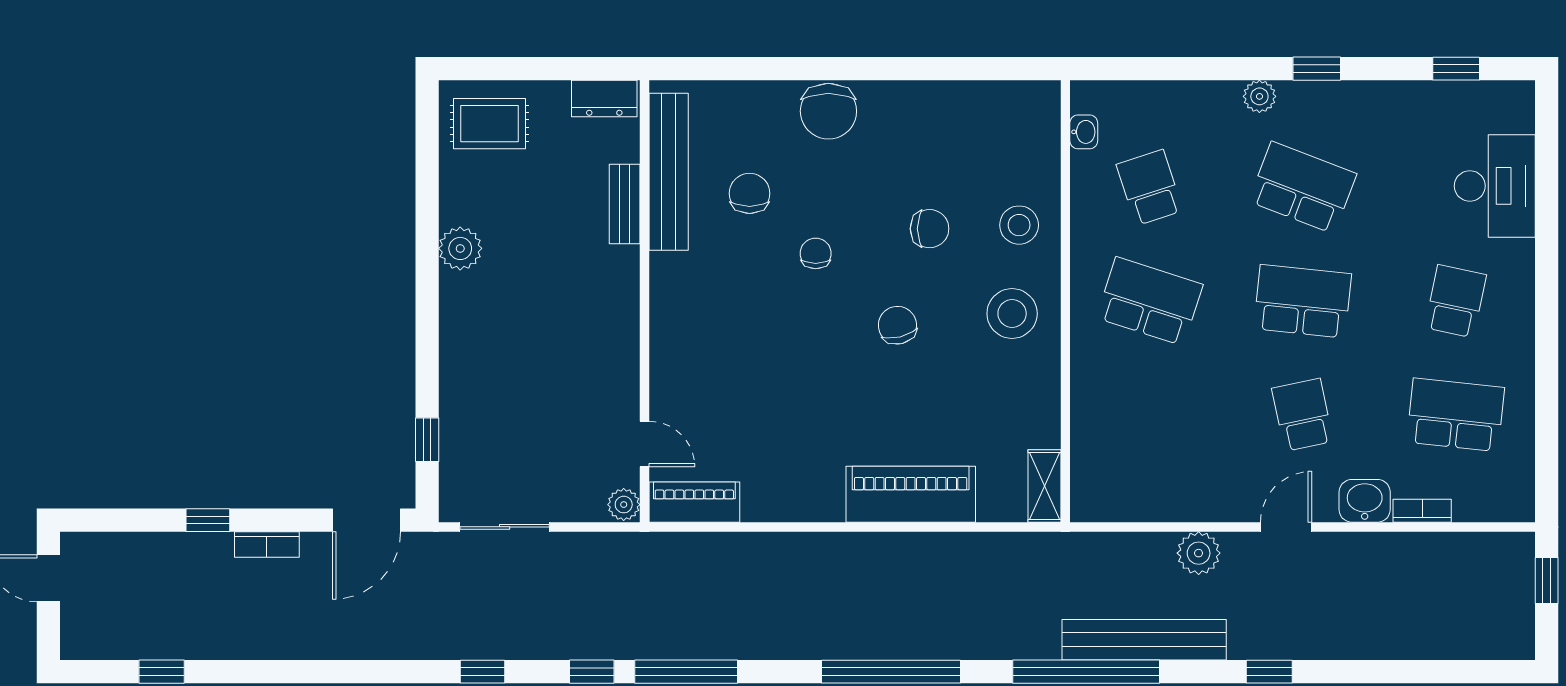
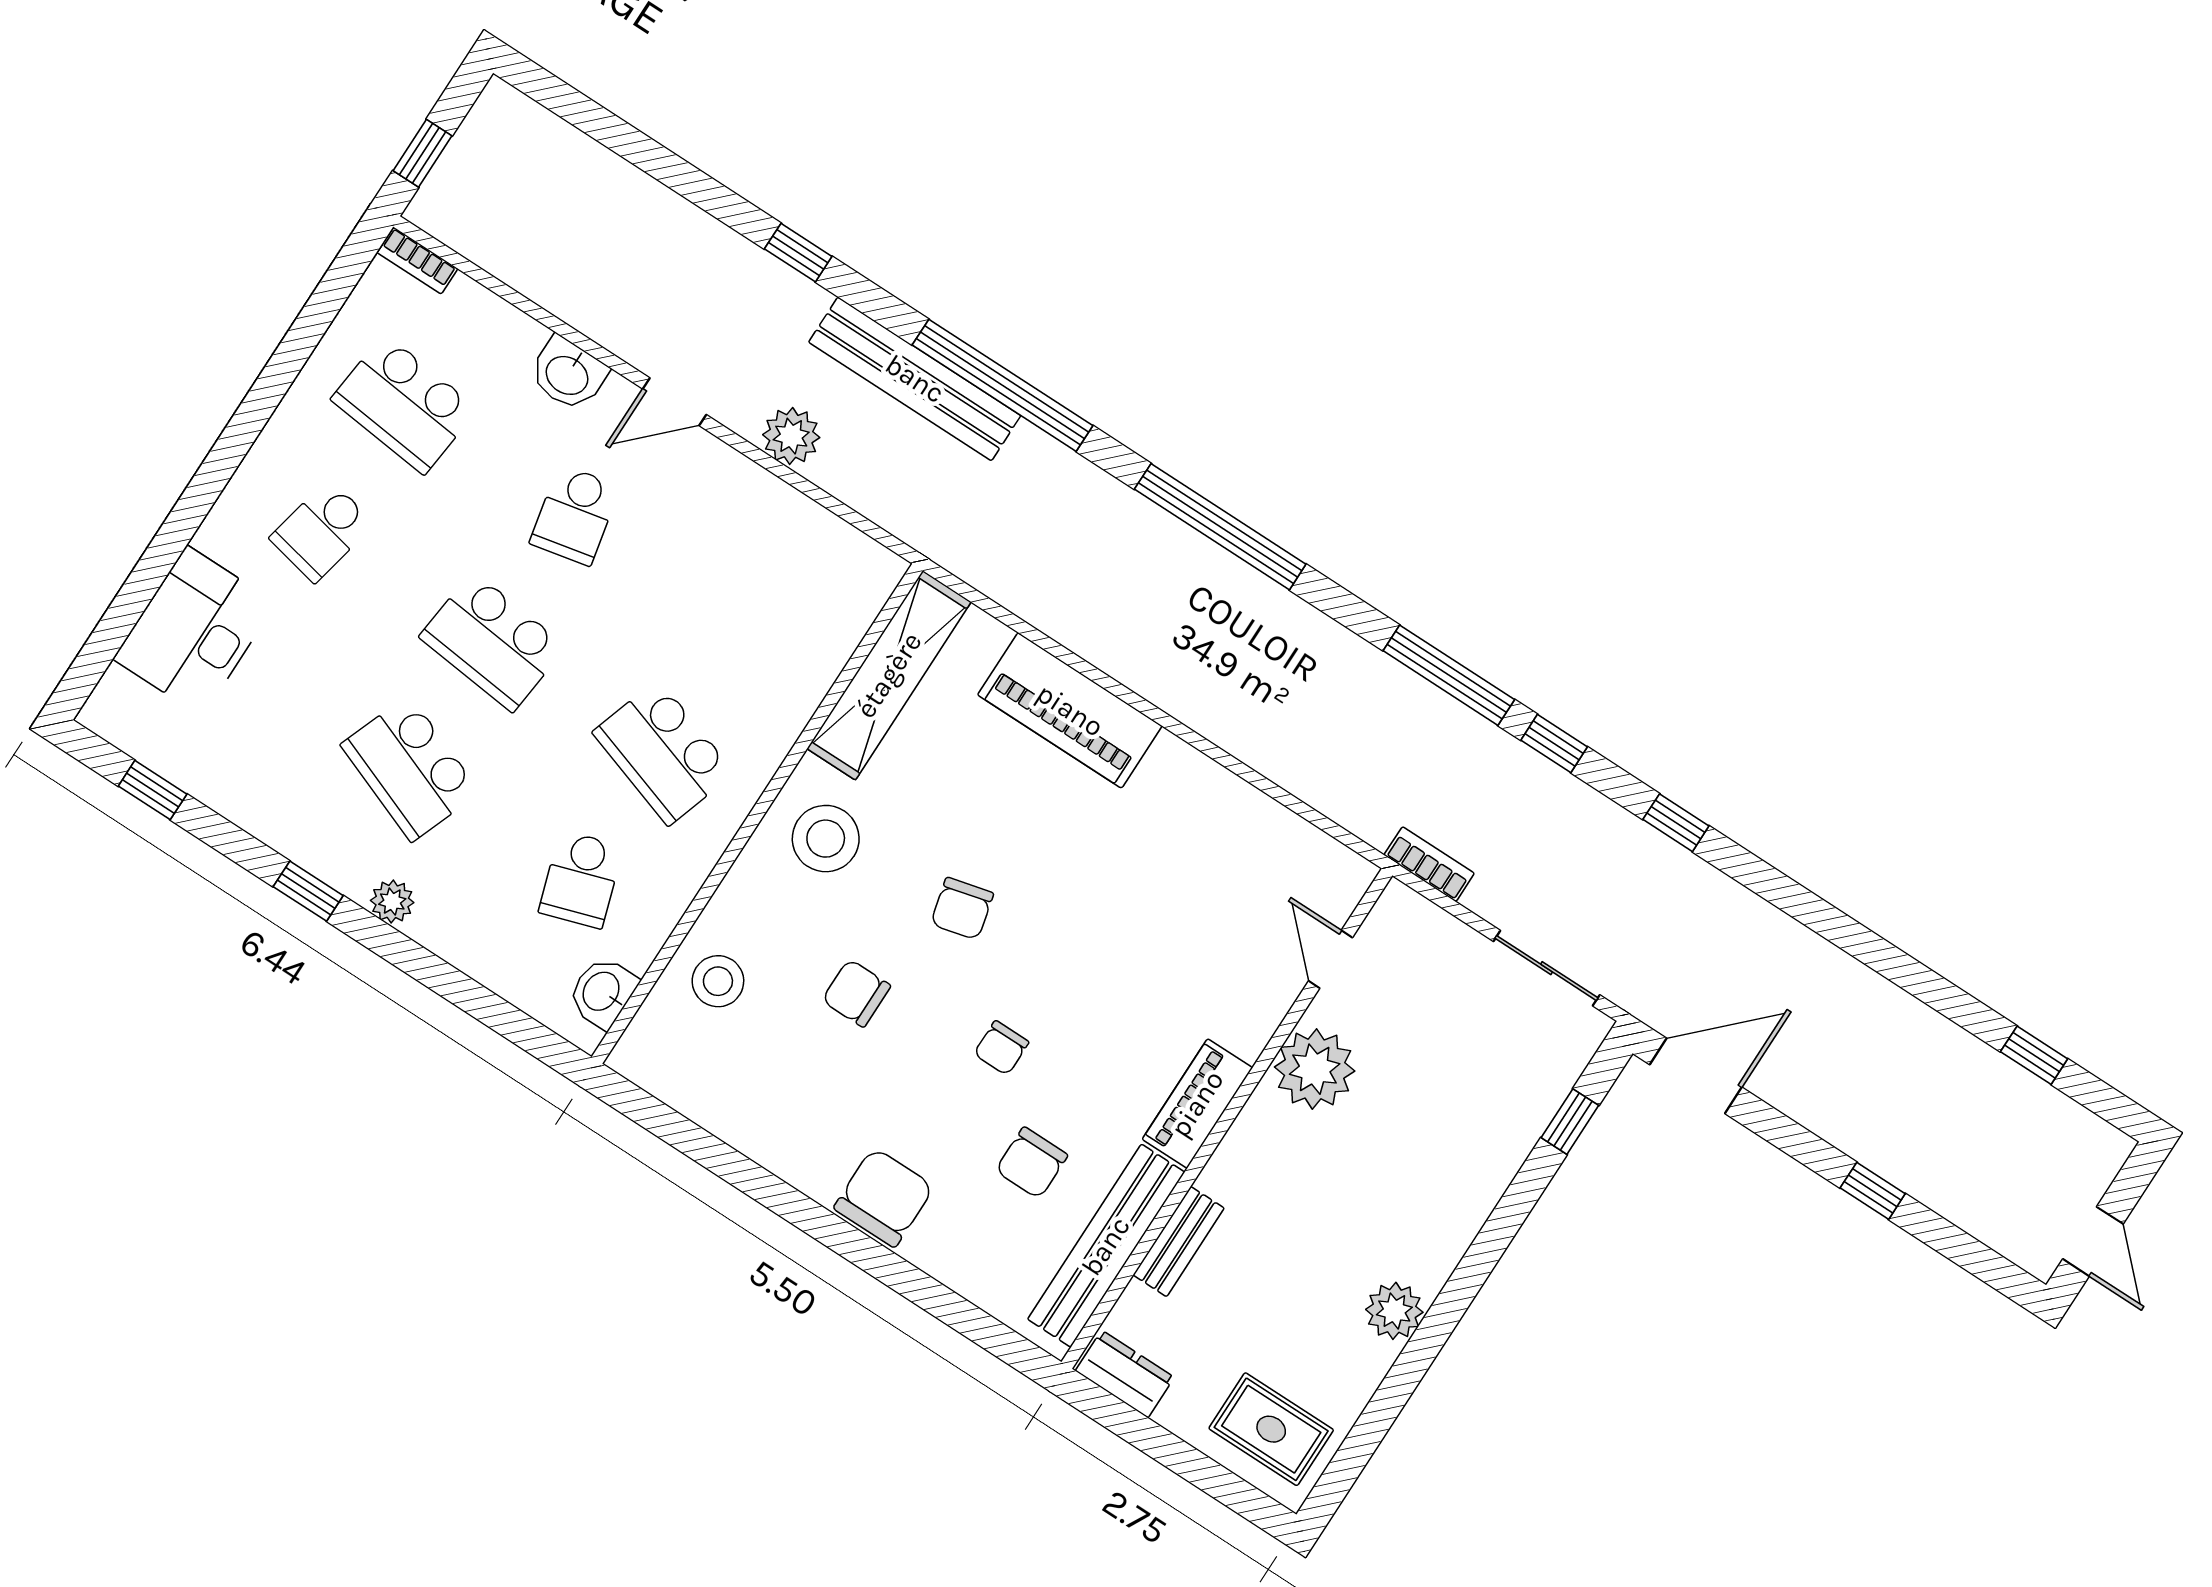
washbasin: (1084, 132) -> (602, 992), width x1.38, depth x1.45
stool: (1019, 225) -> (718, 981), moved
shelving: (1044, 486) -> (889, 675), width x2.20, depth x1.33
piano: (694, 502) -> (1197, 1104), moved, turned 90
plant: (624, 505) -> (1315, 1069), moved, width x1.87, depth x1.87
bookcase: (1422, 511) -> (417, 260), moved
bookcase: (267, 544) -> (1429, 864), moved

